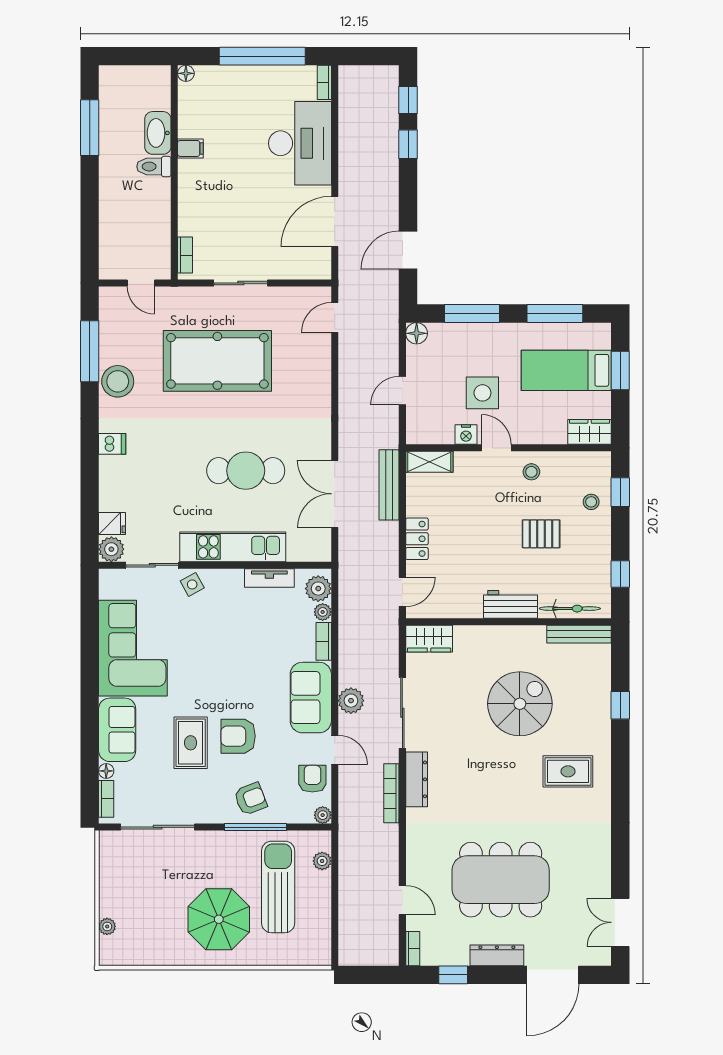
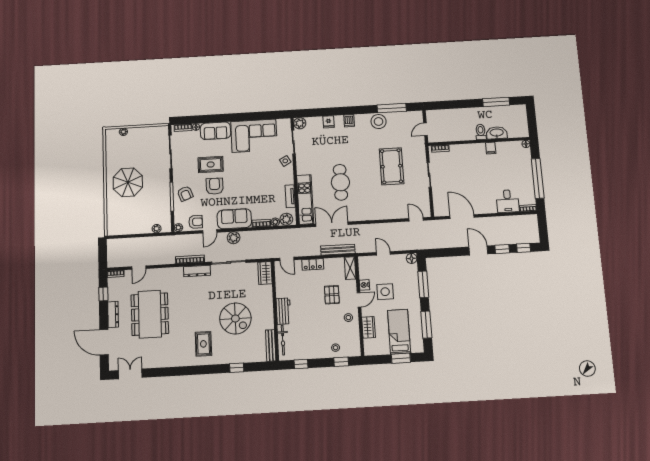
desk: (300, 143) -> (508, 201), width x0.53, depth x0.77
door: (408, 250) -> (478, 250), moved
pool table: (217, 361) -> (391, 166), width x0.73, depth x0.76
wardrobe: (590, 432) -> (369, 327), moved
fridge: (112, 524) -> (329, 122), moved
pallet: (541, 534) -> (332, 295), moved
kitchen unit: (233, 547) -> (305, 199), moved
sun lounger: (278, 887) -> (144, 209), removed

